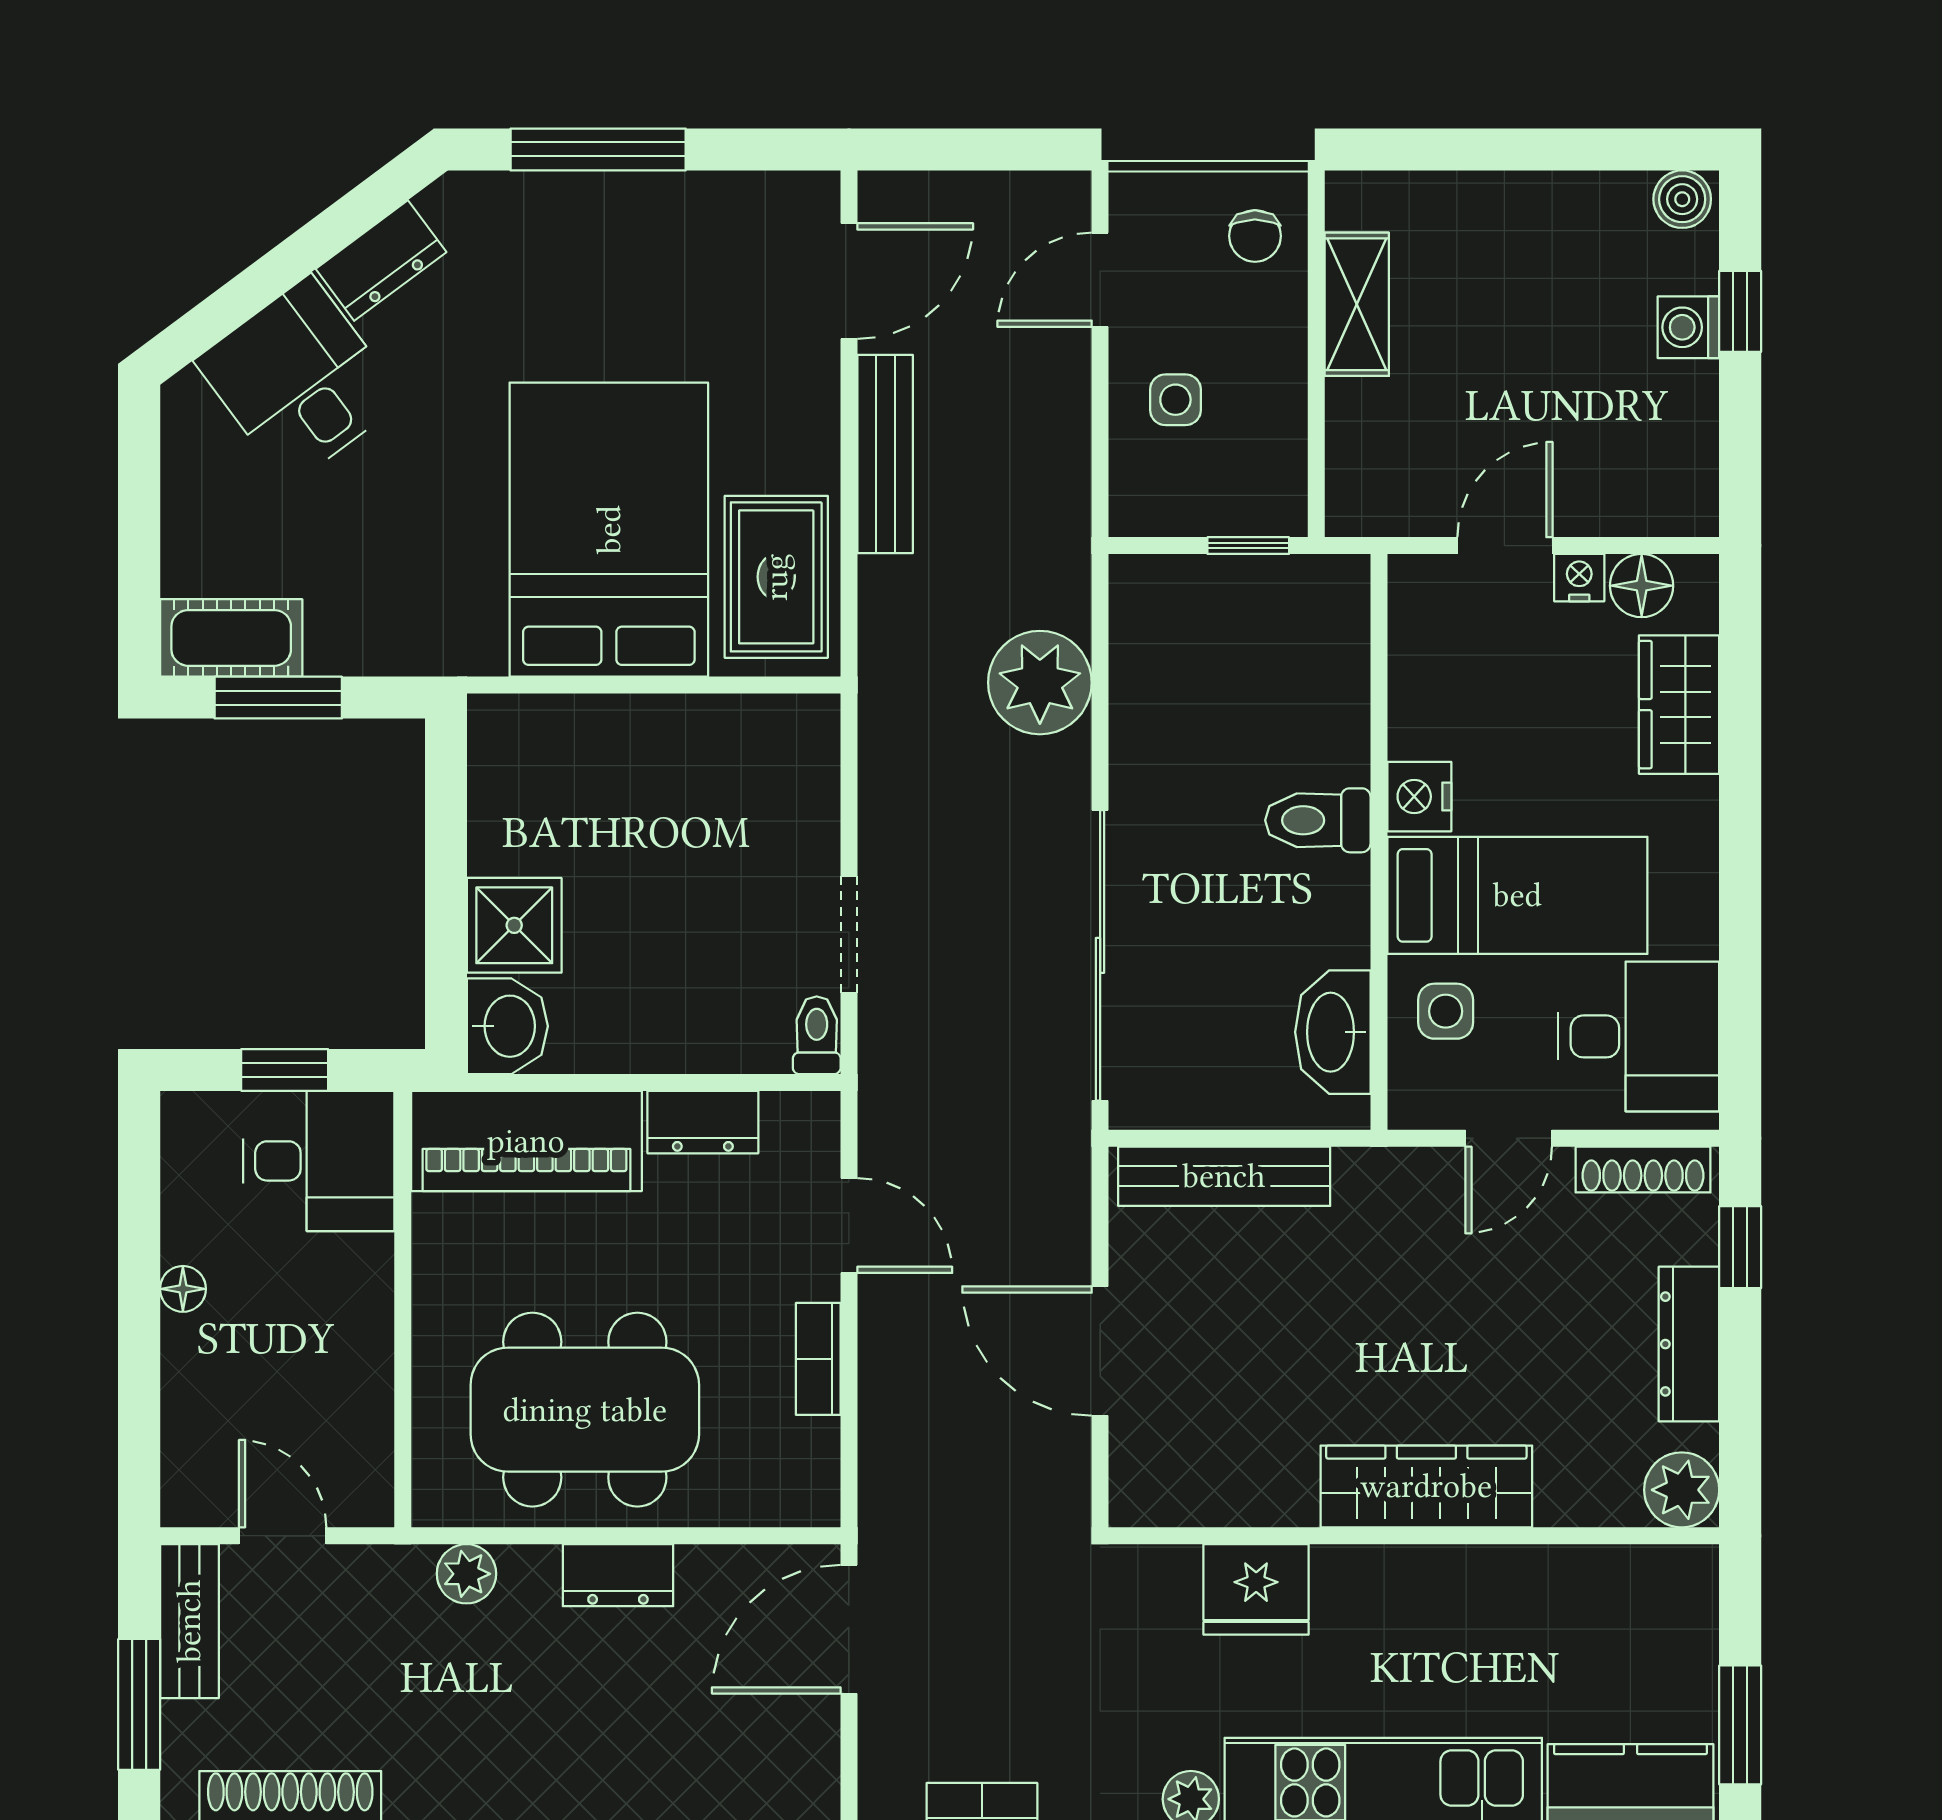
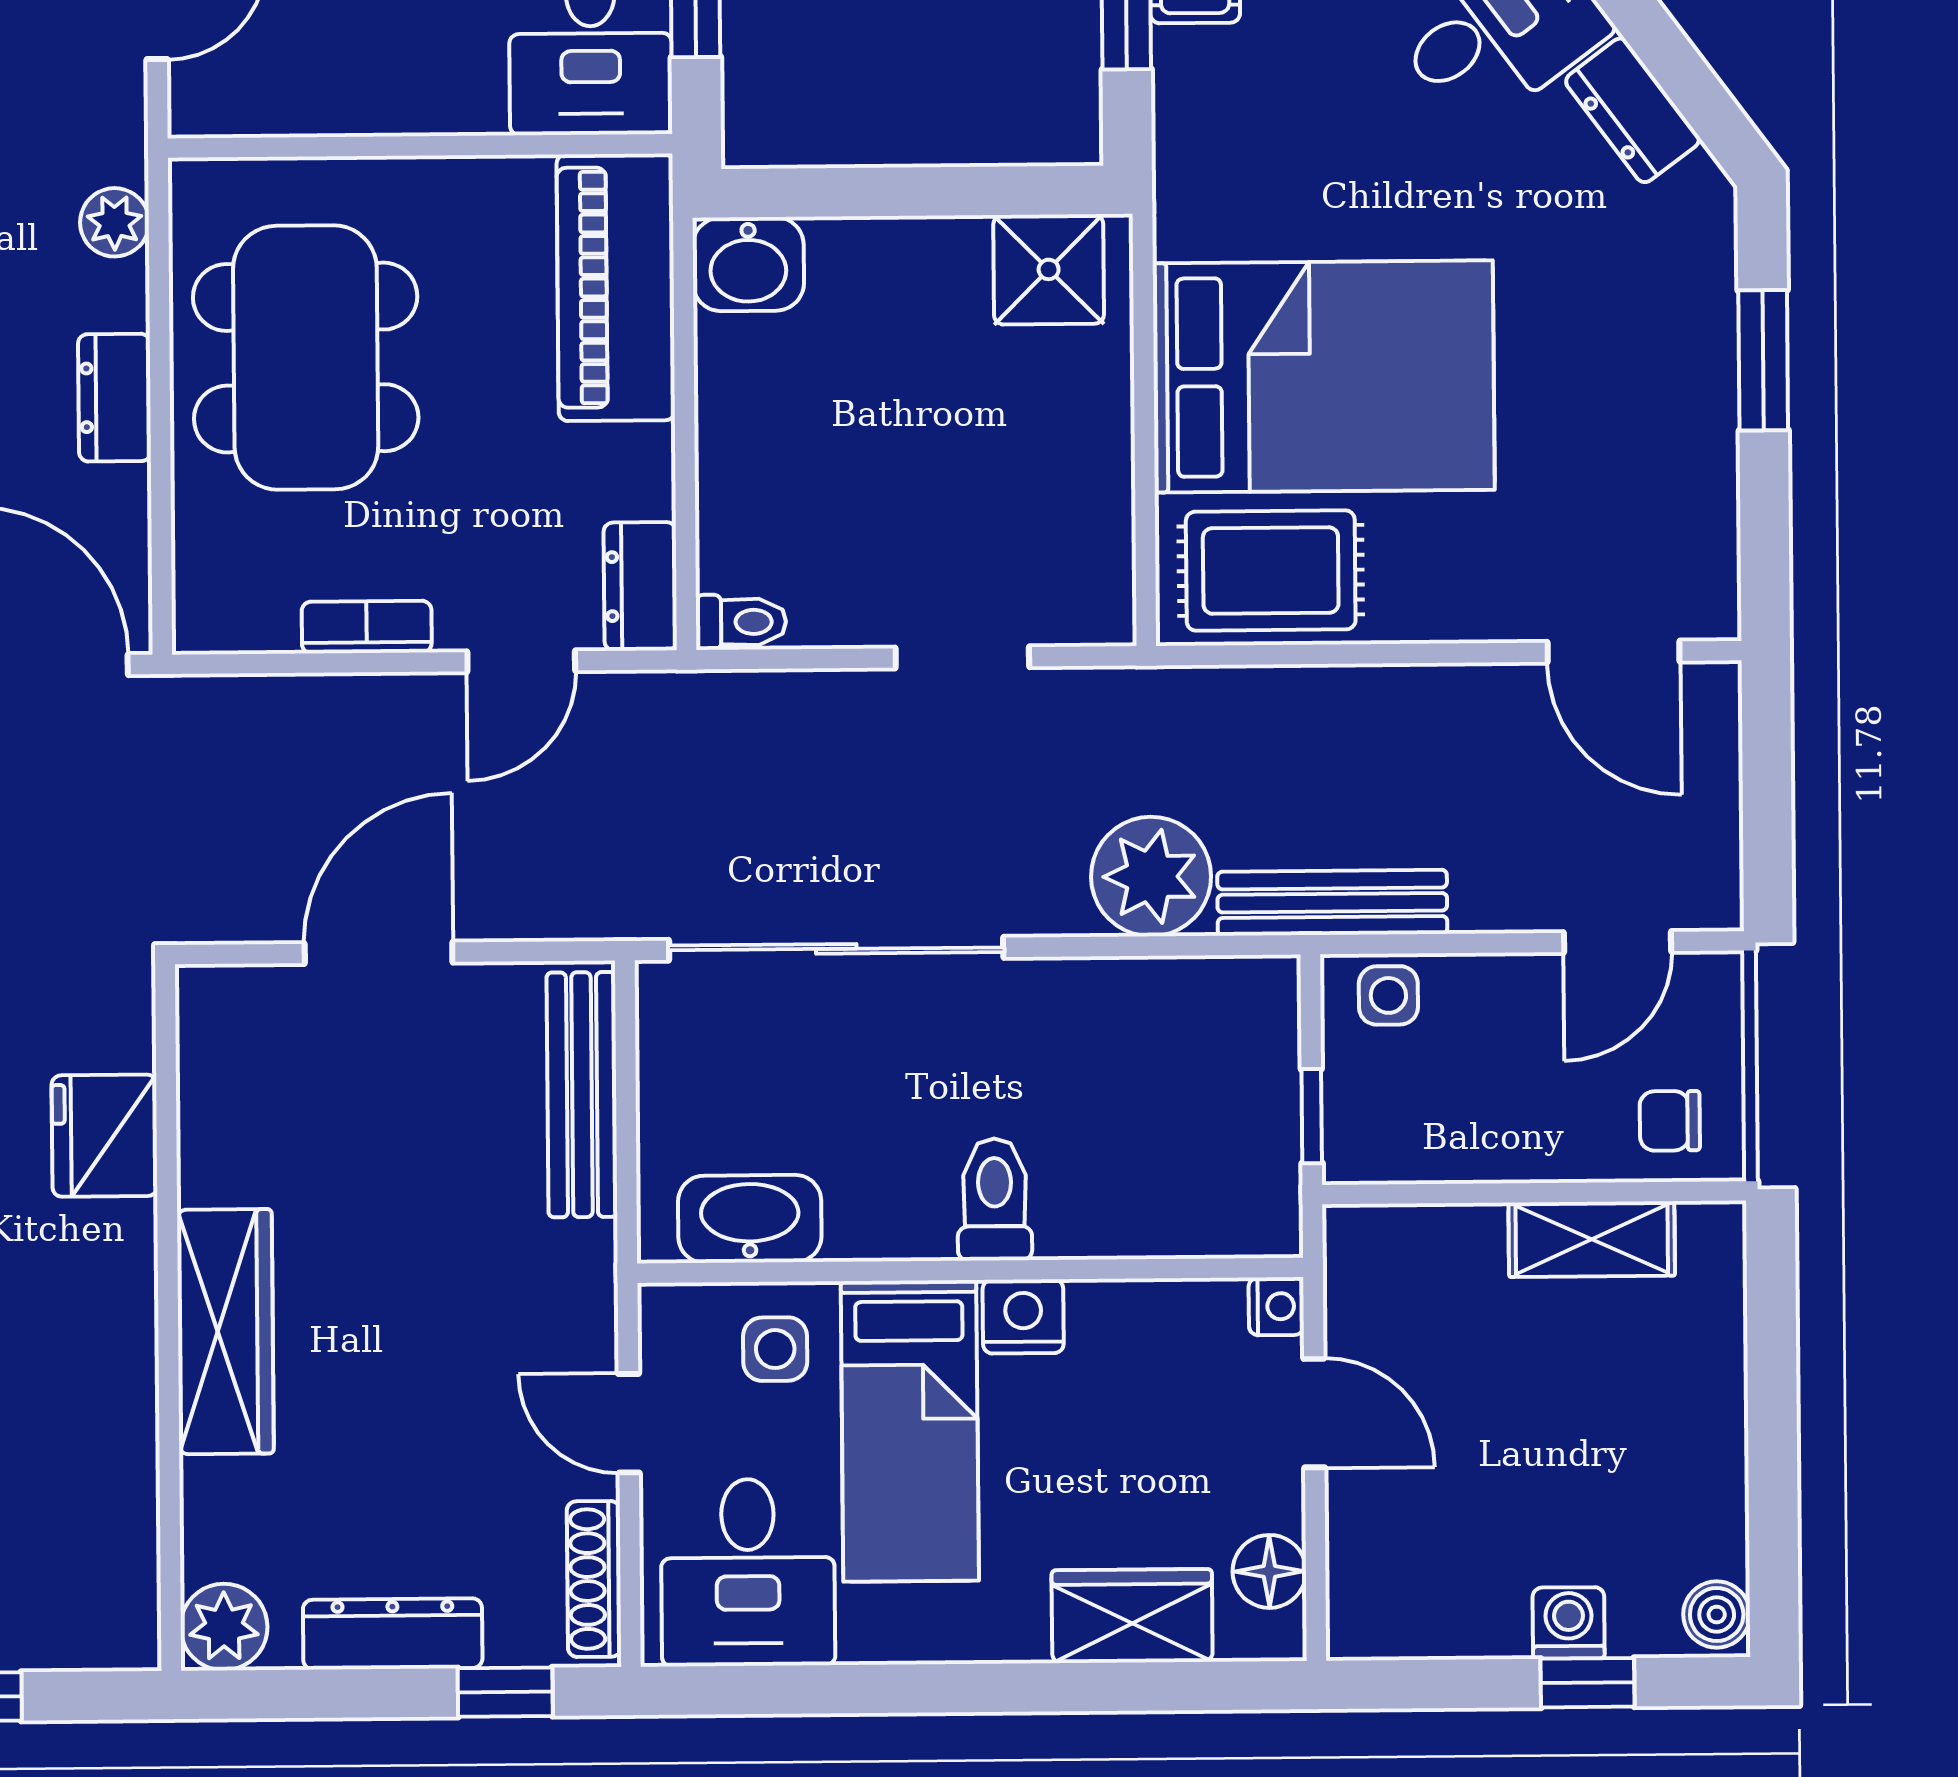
window: (598, 149) -> (1763, 360), width x0.69
door: (1100, 280) -> (1618, 942), swing flipped
side table: (1175, 400) -> (1388, 995), moved
bench: (885, 454) -> (1332, 903), moved
nightstand: (1579, 578) -> (1276, 1306), moved
shower: (514, 925) -> (1049, 269), moved
doorway: (849, 934) -> (962, 657), moved
dresser: (703, 1122) -> (640, 586), moved

